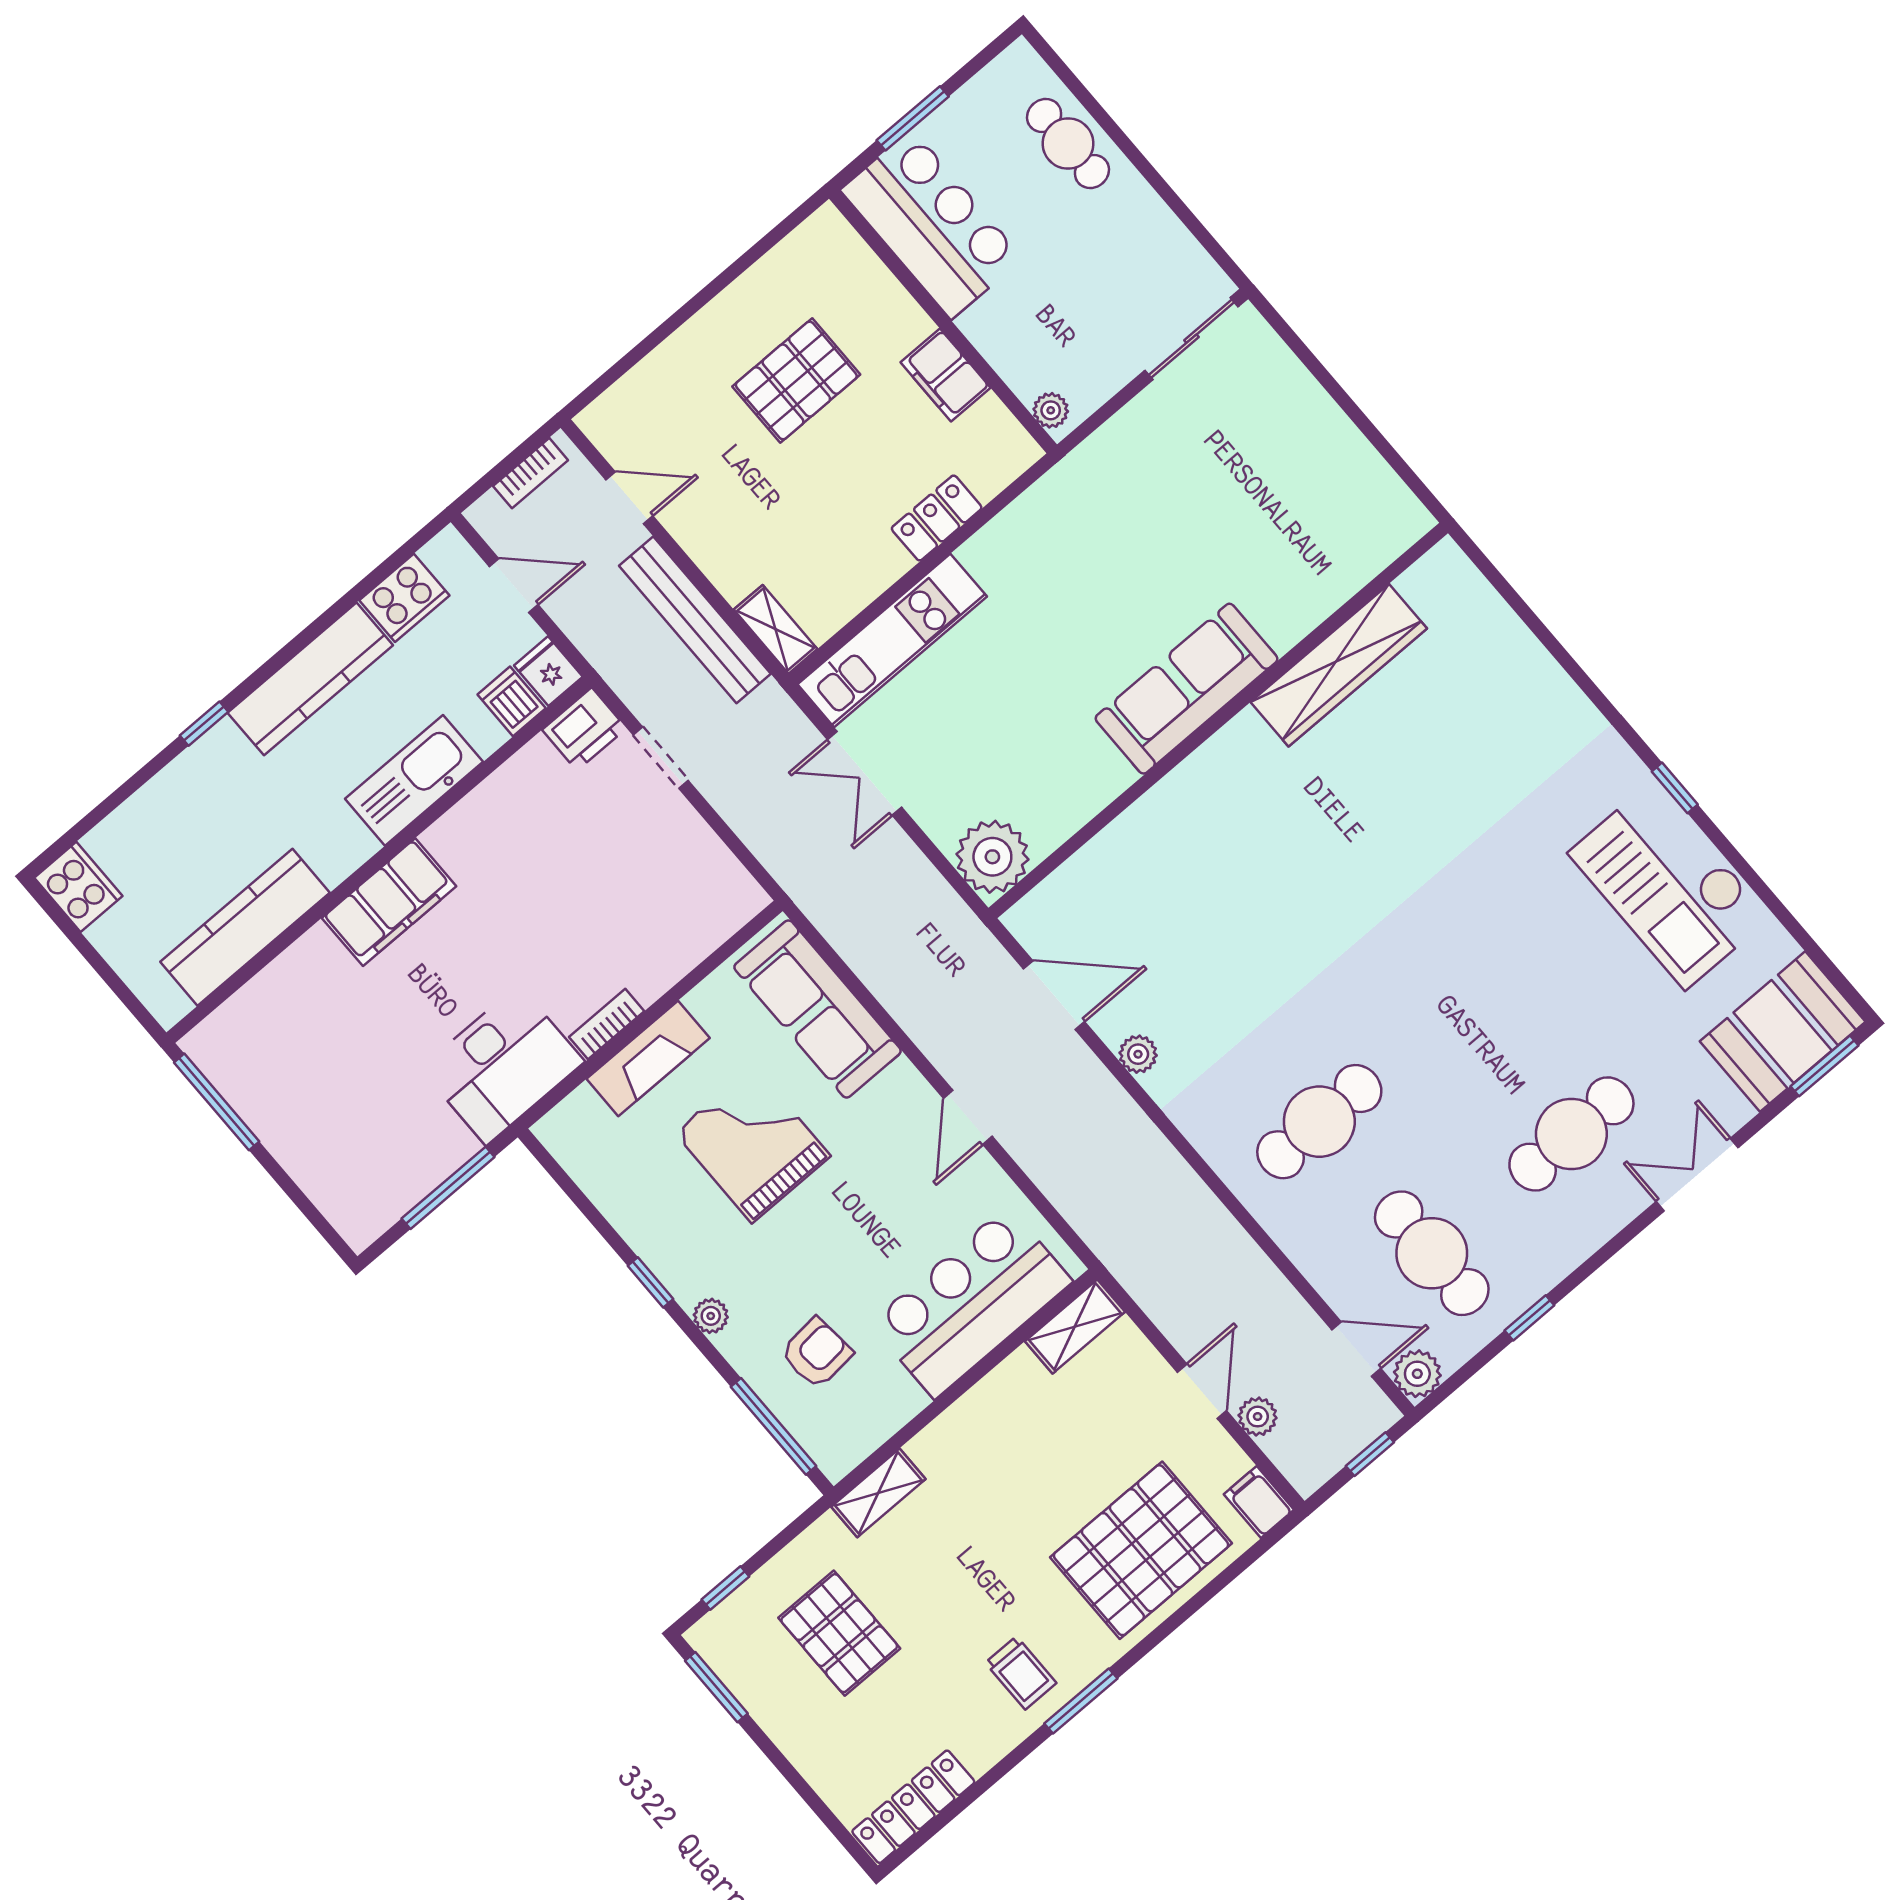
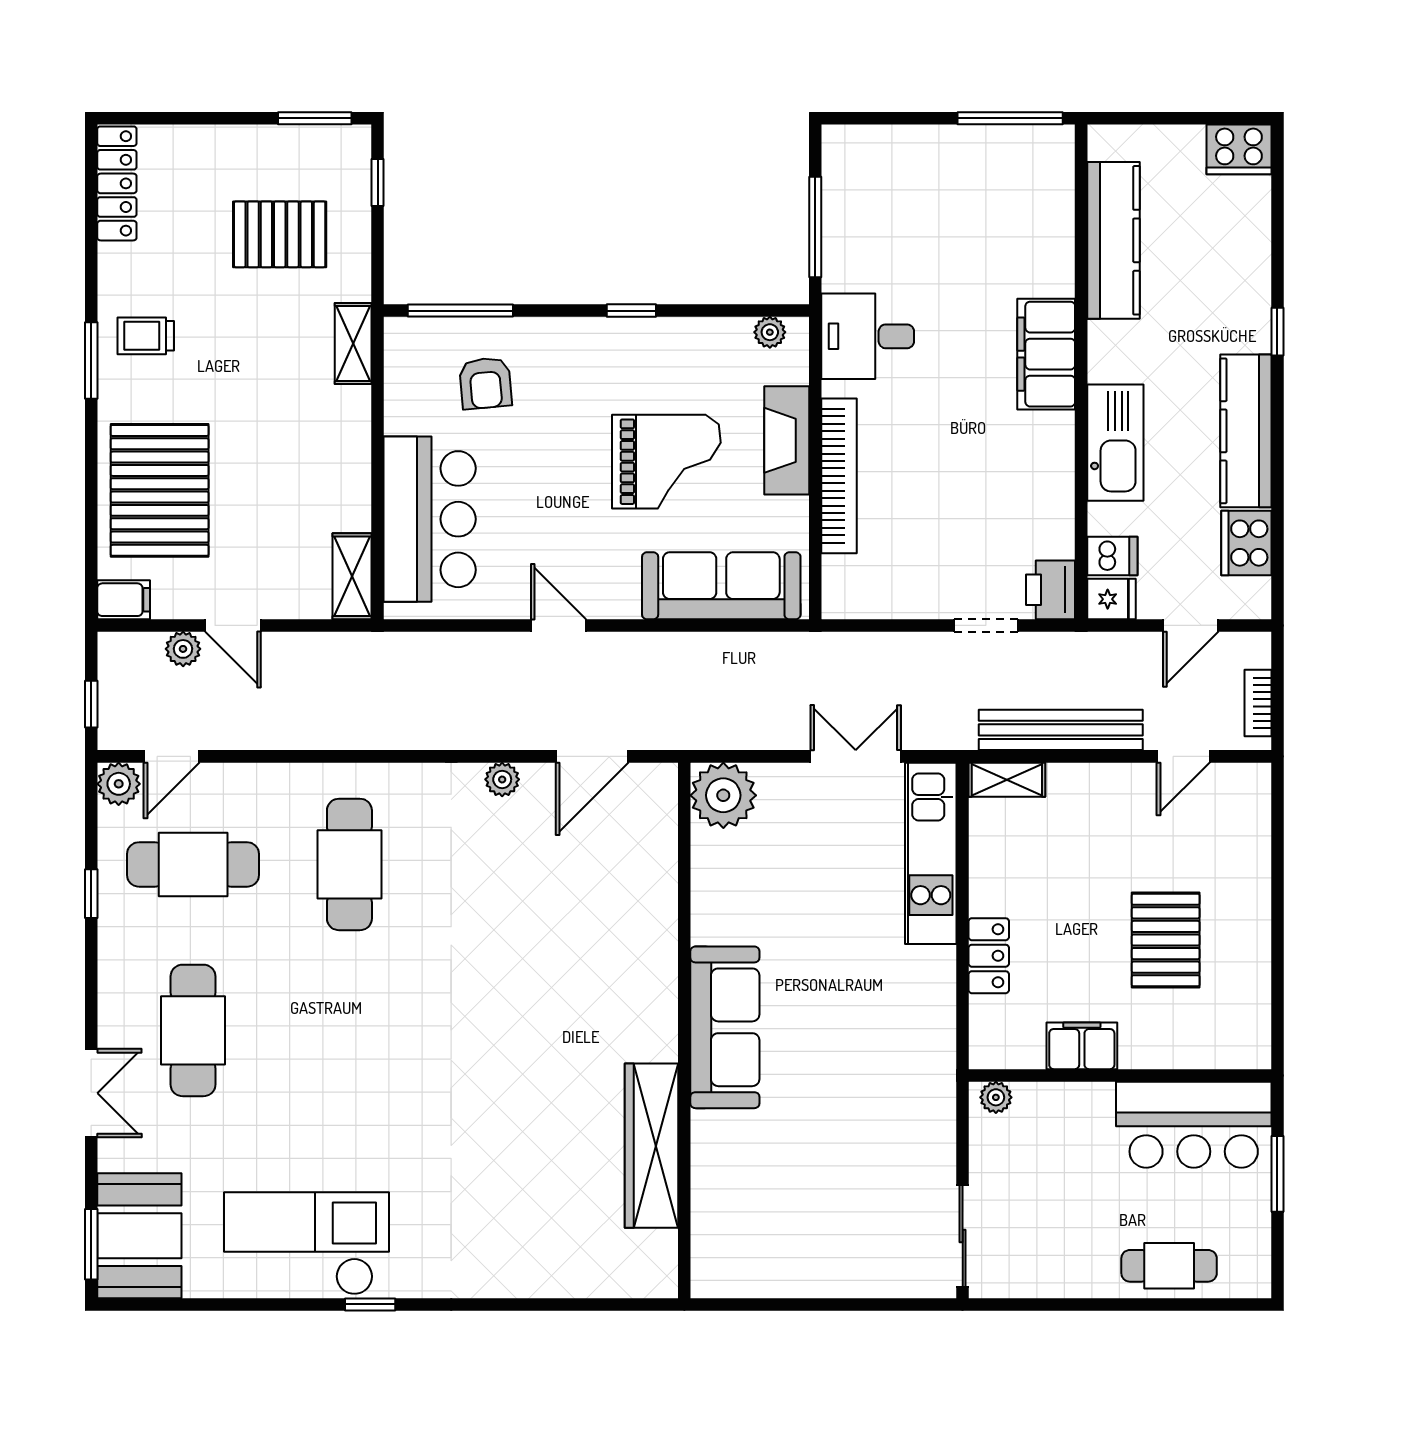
bookcase: (607, 1024) -> (839, 476), width x2.31, depth x1.31
desk: (503, 1065) -> (868, 336), width x0.73
plant: (711, 1316) -> (770, 332), moved

